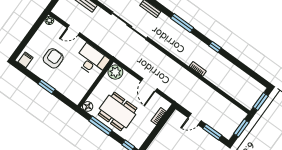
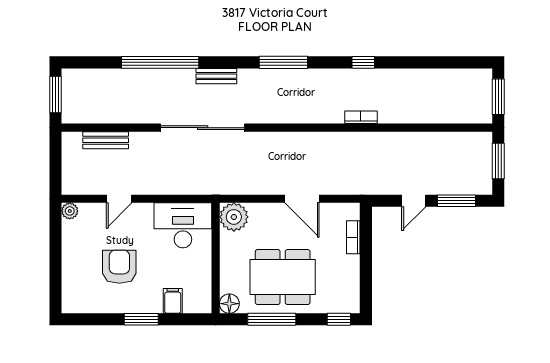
filing cabinet: (25, 60) -> (173, 301), moved

